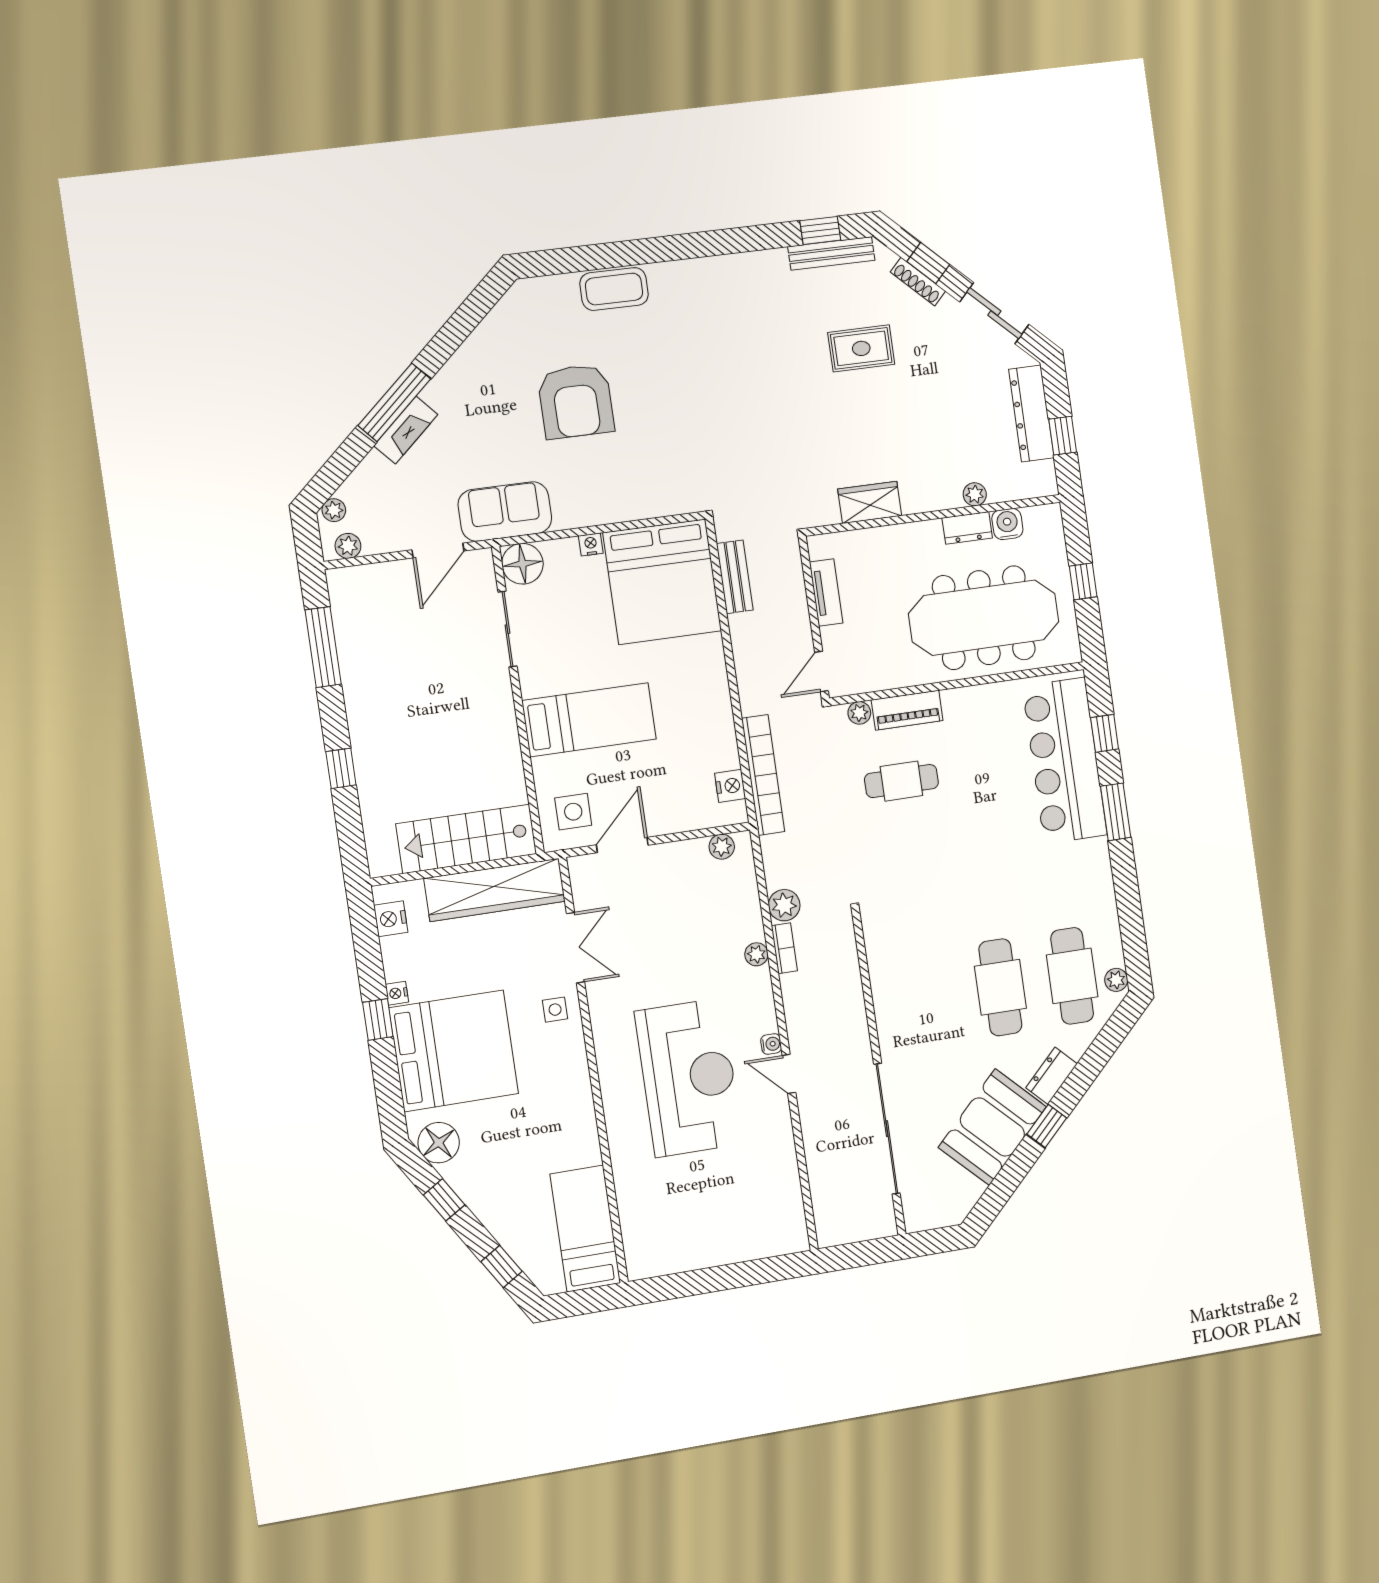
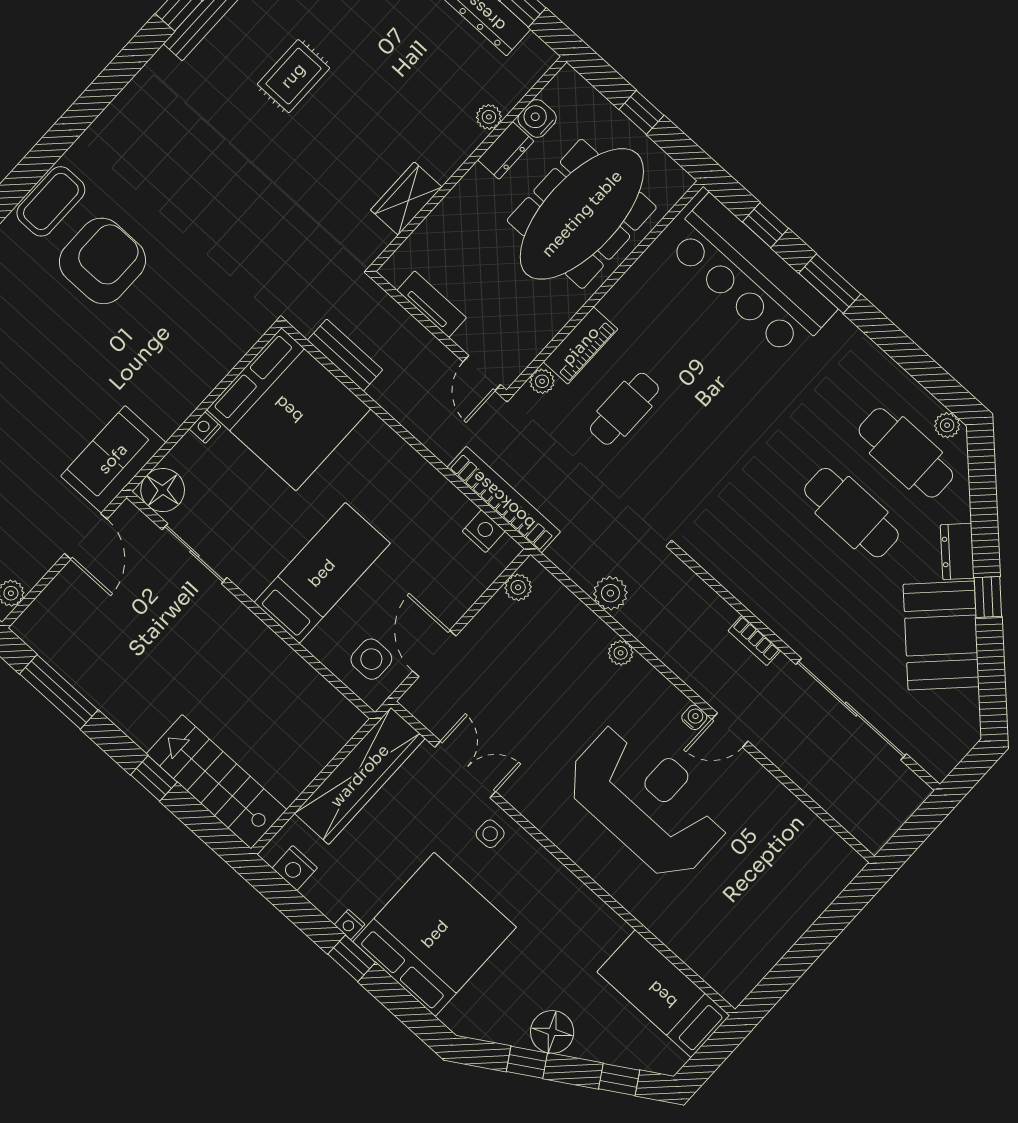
armchair: (576, 401) -> (102, 261), moved, turned -90
stairs: (466, 839) -> (217, 782), moved, turned 90
bookcase: (784, 948) -> (754, 641), moved, turned 180
floor lamp: (439, 1143) -> (552, 1032), moved

